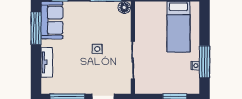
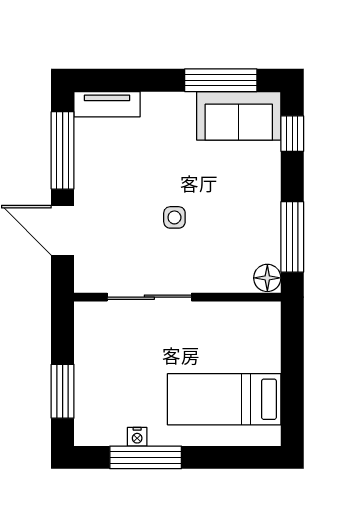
tv unit: (47, 62) -> (107, 104), moved

